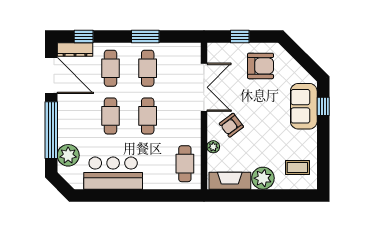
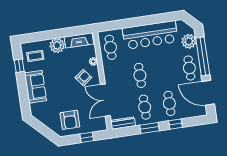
window: (84, 36) -> (176, 124), moved
dresser: (75, 50) -> (123, 123), moved
armchair: (261, 66) -> (70, 120), turned -90
sofa: (304, 106) -> (35, 87), moved
window: (323, 106) -> (19, 66), moved
cafe table: (111, 116) -> (189, 68), moved
bar counter: (113, 173) -> (150, 35), width x1.36

